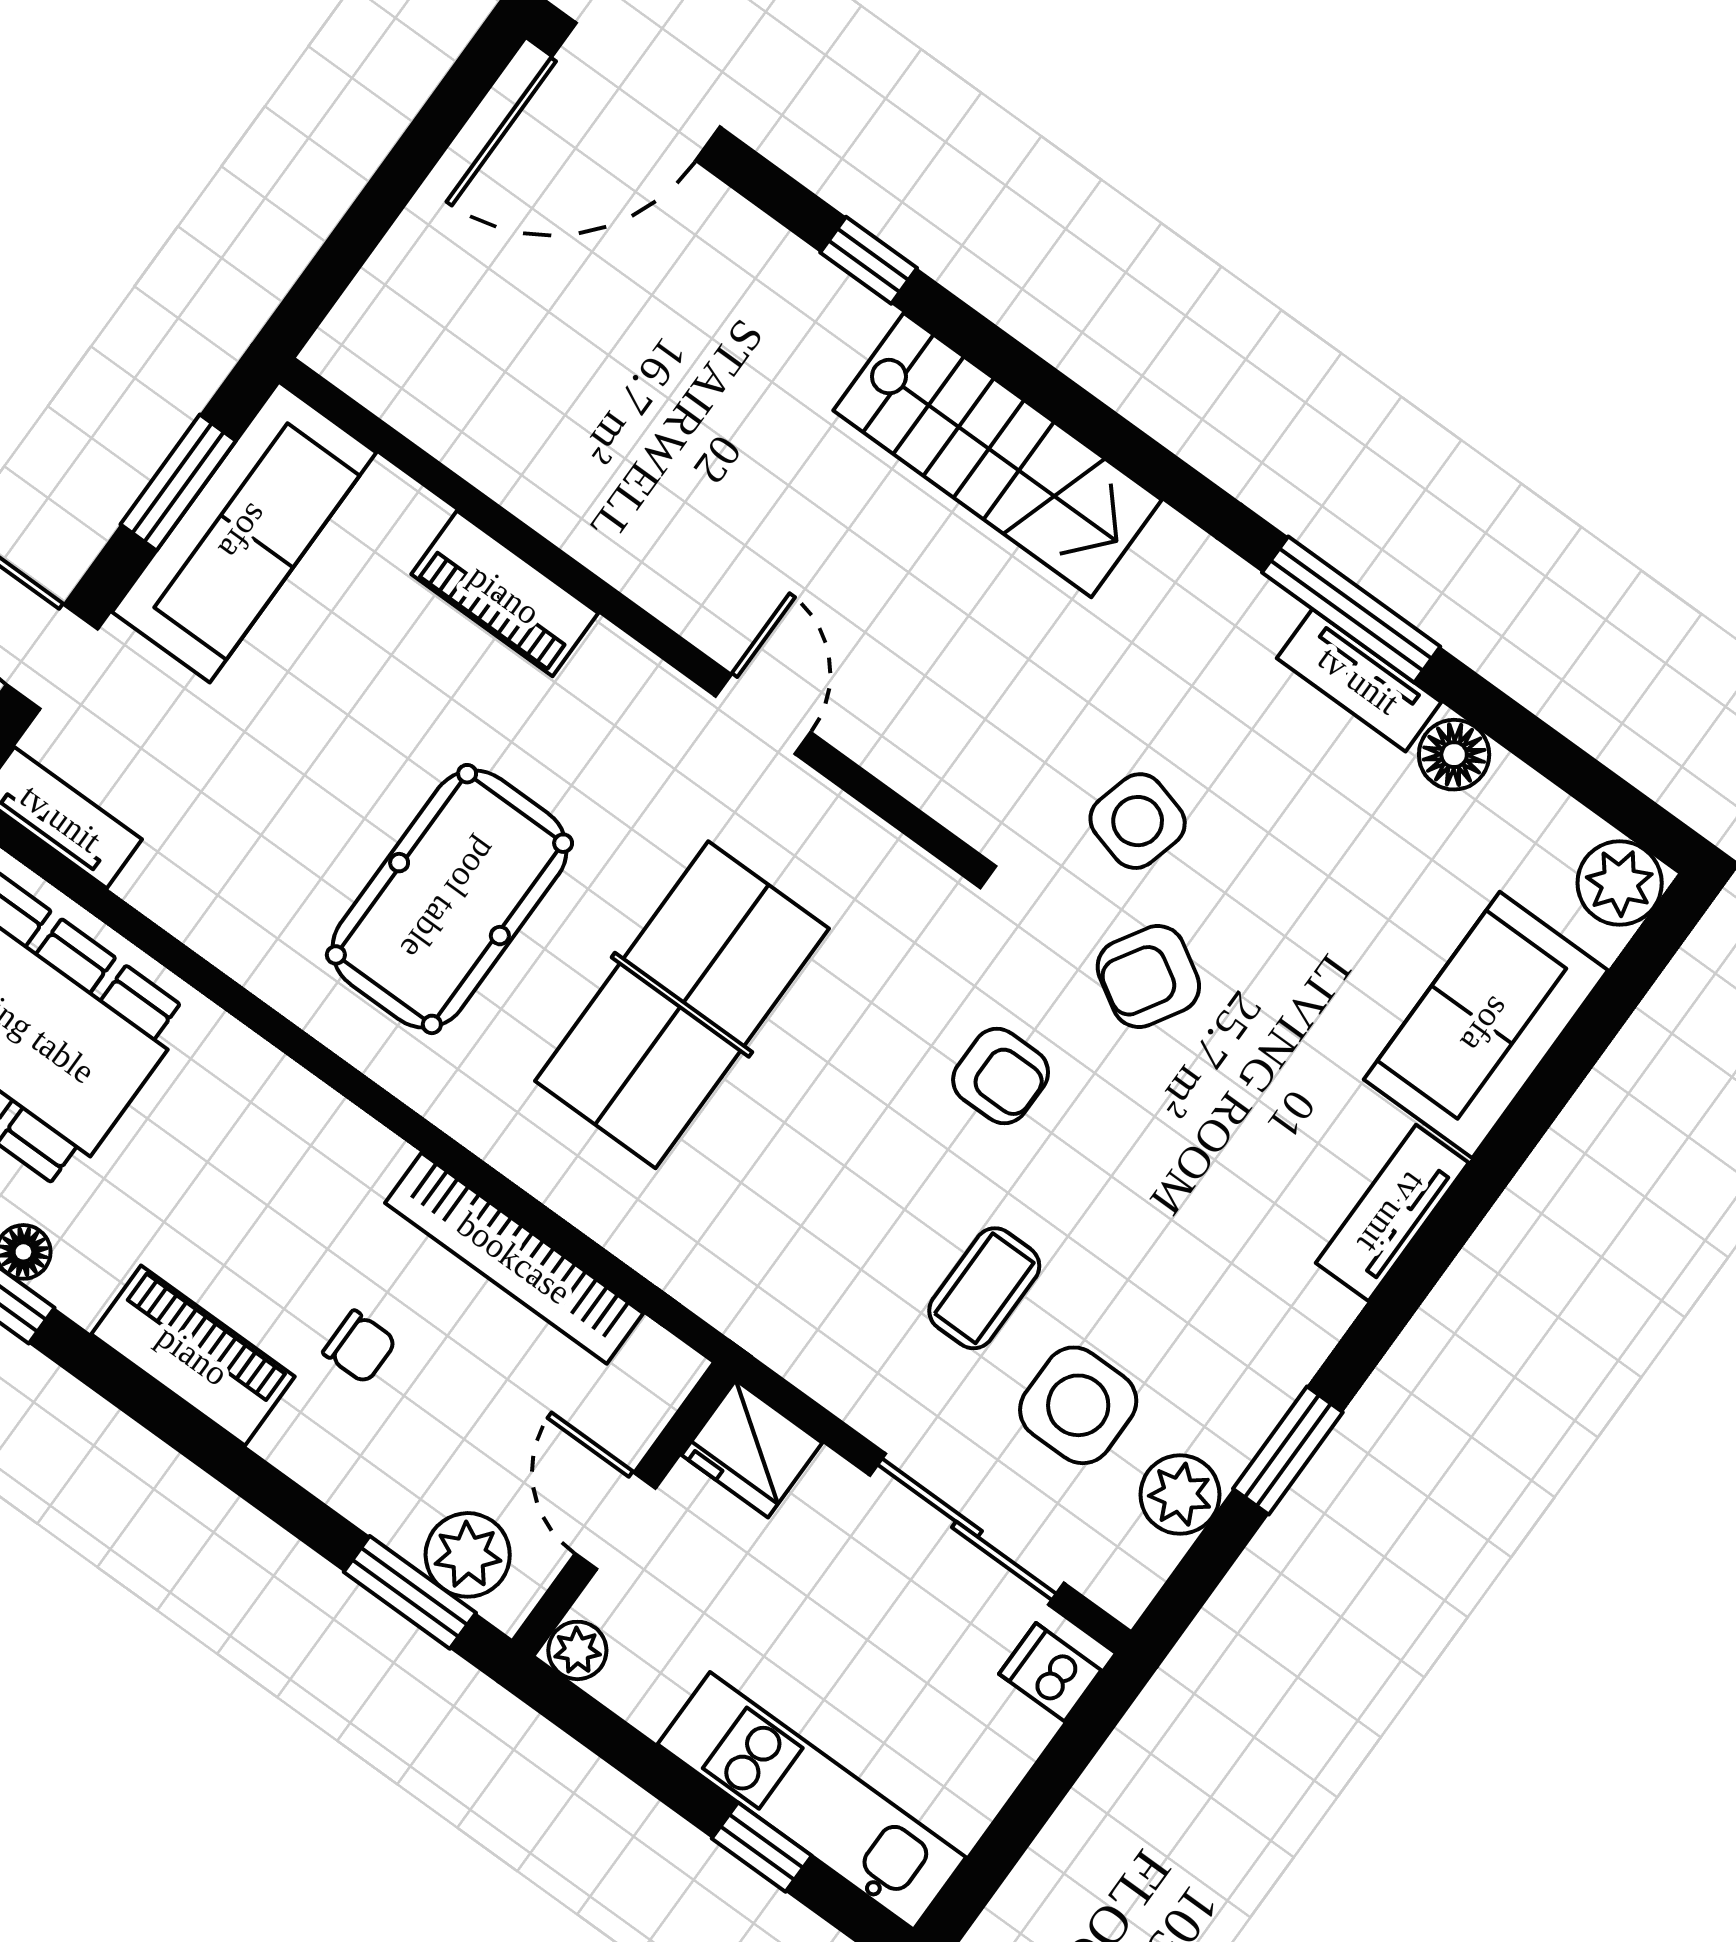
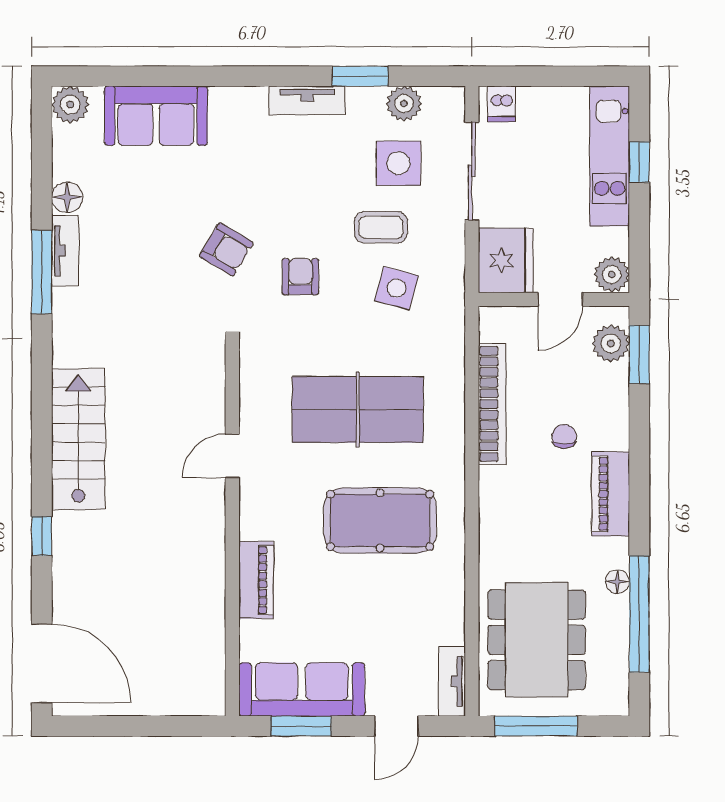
side table: (1138, 821) -> (396, 288), moved
tv unit: (1392, 1213) -> (307, 100), moved
fridge: (752, 1449) -> (506, 260), width x1.36, depth x1.34
plant: (577, 1650) -> (612, 274), width x1.38, depth x1.38

